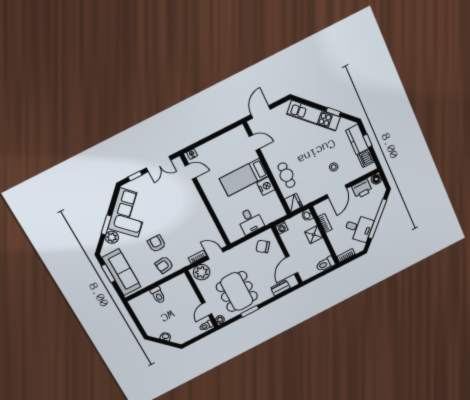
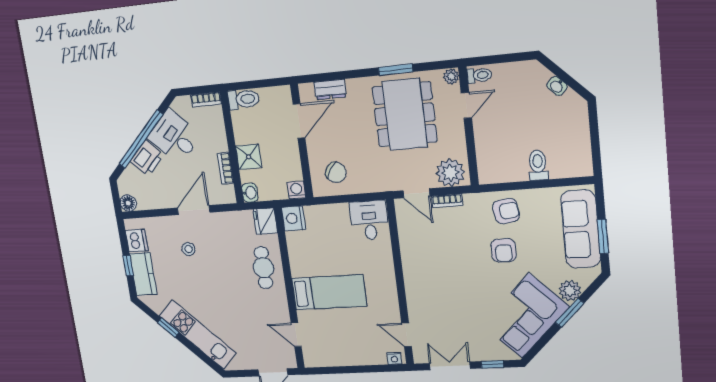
nightstand: (266, 186) -> (293, 218), moved
printer: (362, 189) -> (147, 158), moved, turned 135
desk: (250, 221) -> (369, 220), moved

